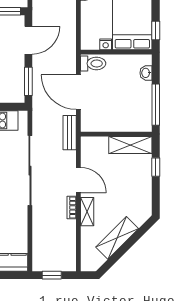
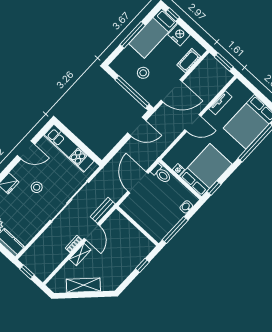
window: (28, 81) -> (115, 150), removed
bench: (70, 133) -> (103, 210), moved
shelving: (130, 145) -> (140, 240), removed

